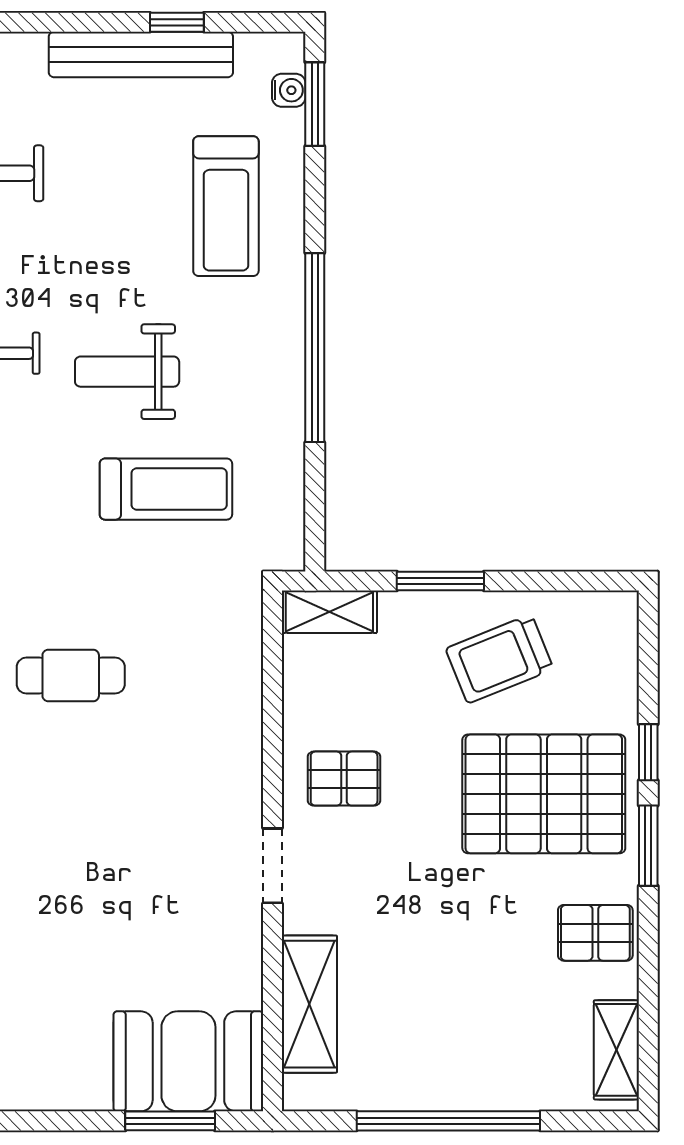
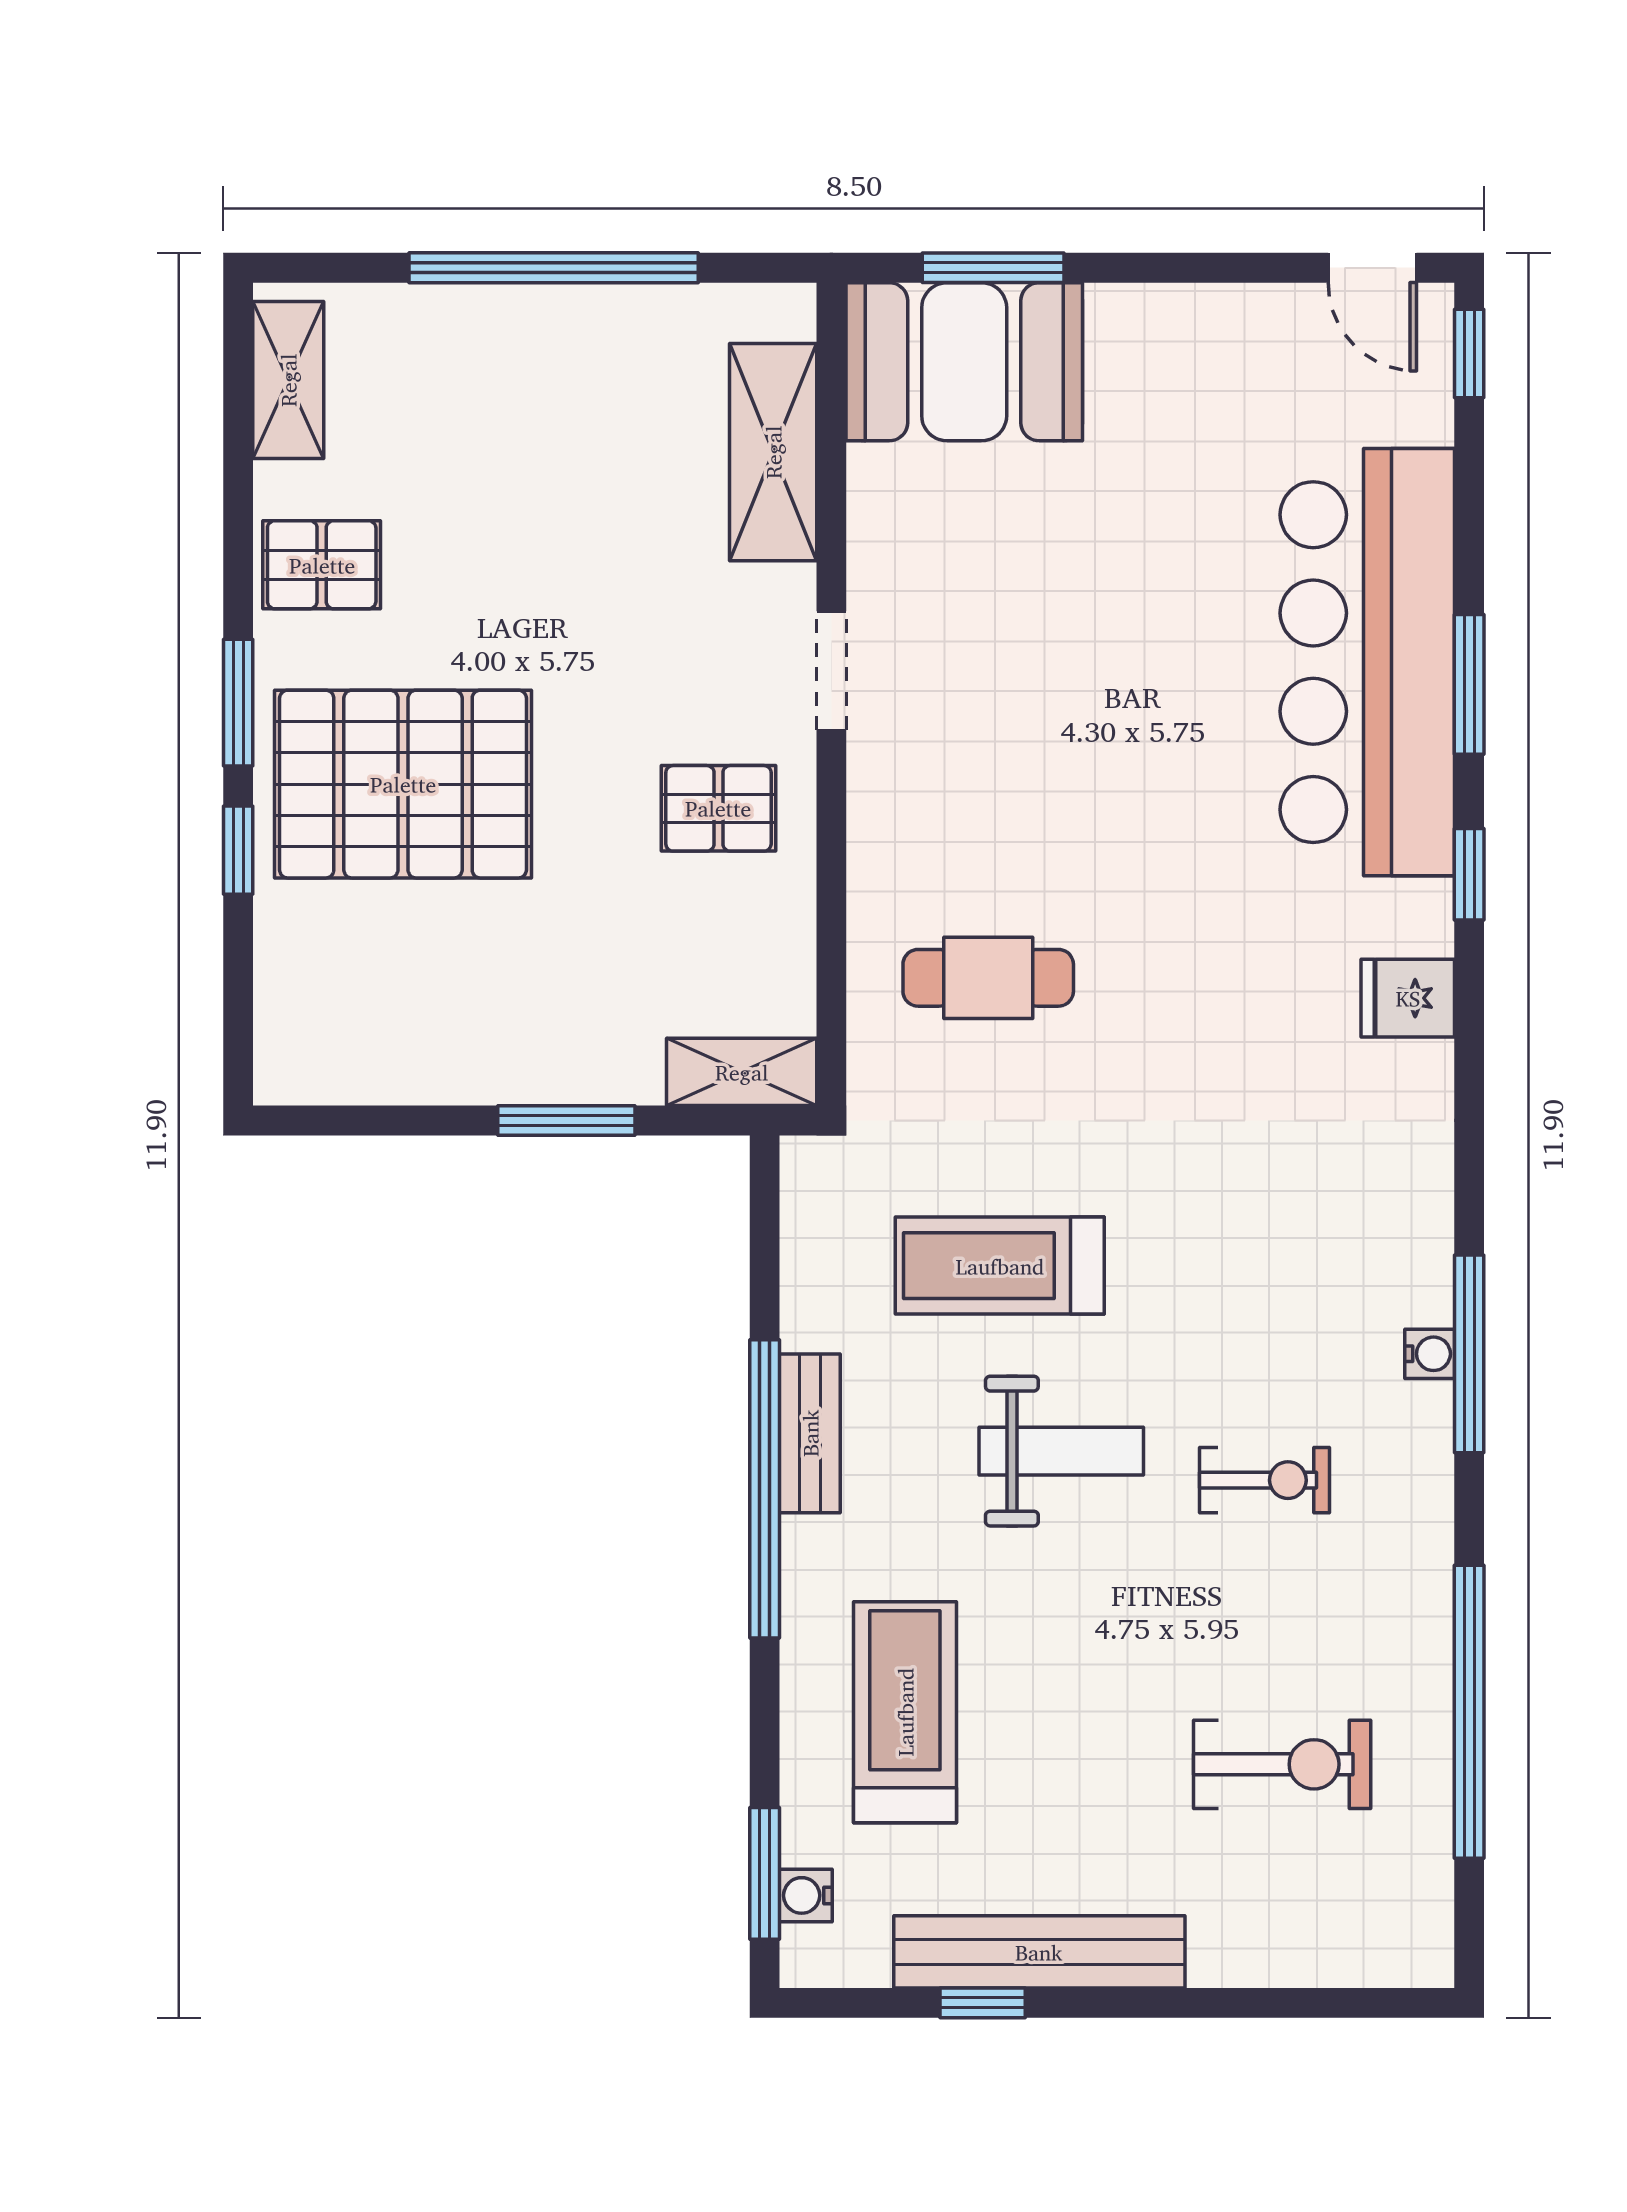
bench: (286, 383) -> (810, 1433), added
trolley: (499, 659) -> (473, 997), removed
cafe table: (71, 676) -> (988, 978), moved

